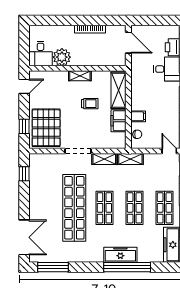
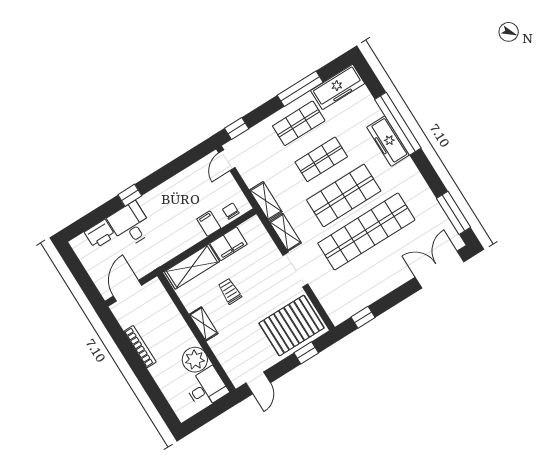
door: (24, 86) -> (258, 383), swing flipped
shop shelf: (104, 208) -> (344, 195), width x1.43, depth x1.36

